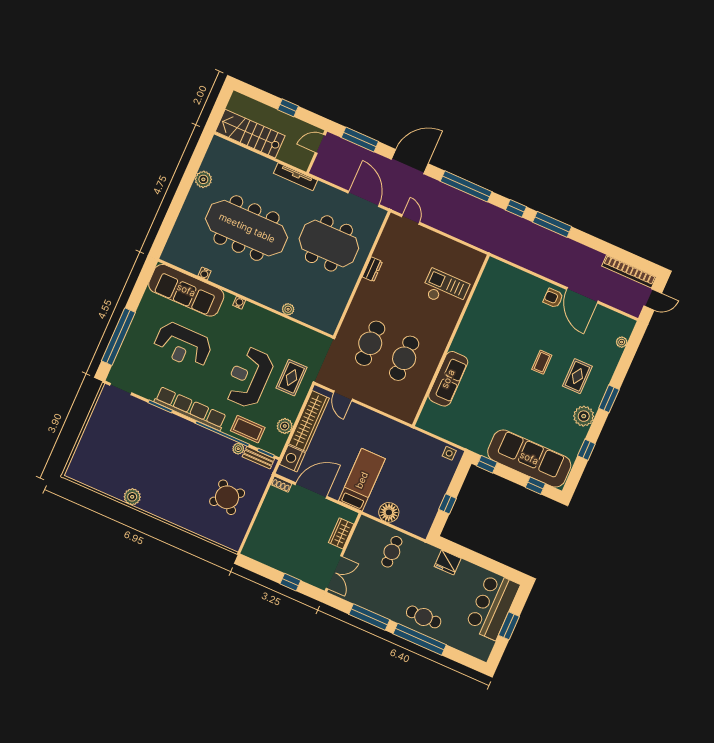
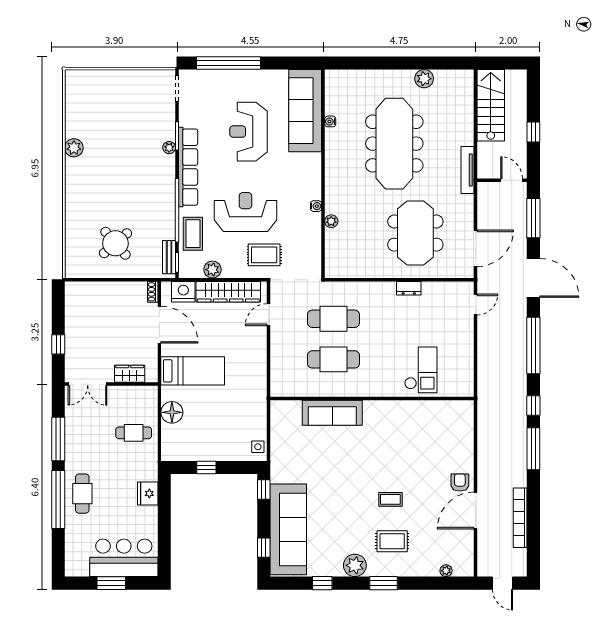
bookcase: (629, 271) -> (520, 518), moved
water cooler: (239, 303) -> (316, 206), moved
plant: (238, 449) -> (169, 148), moved

